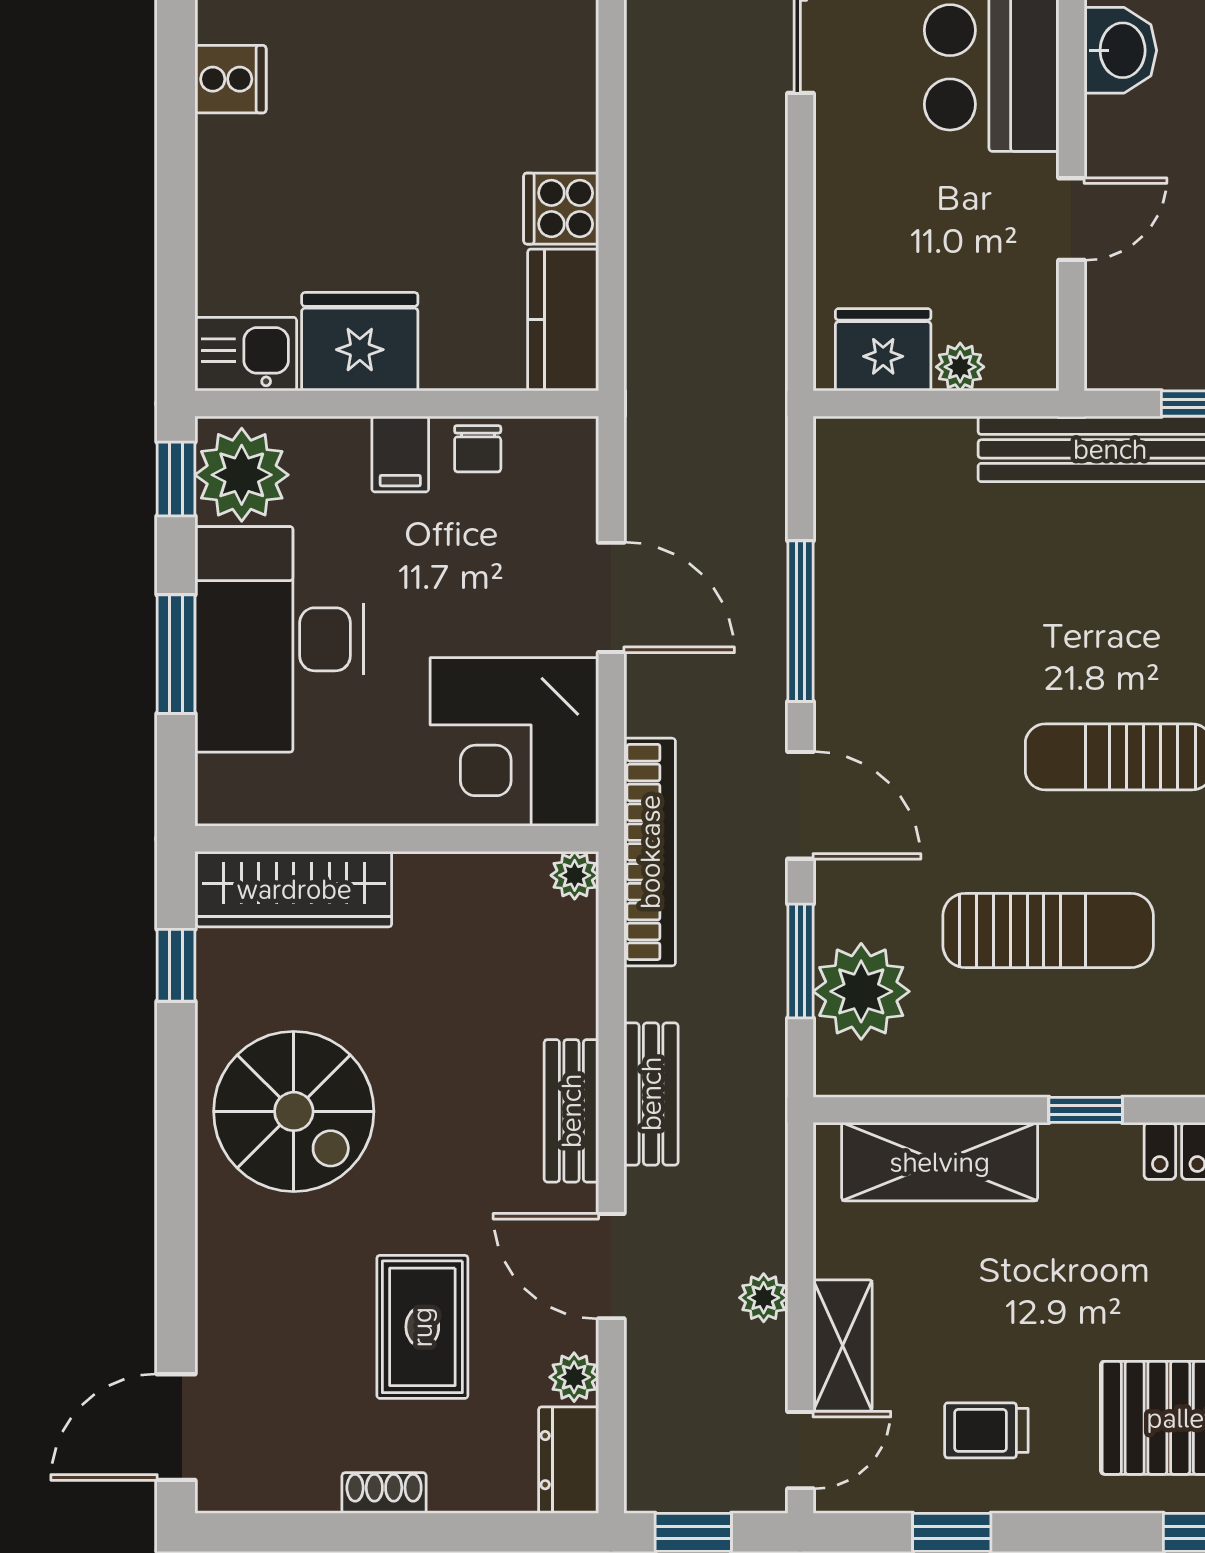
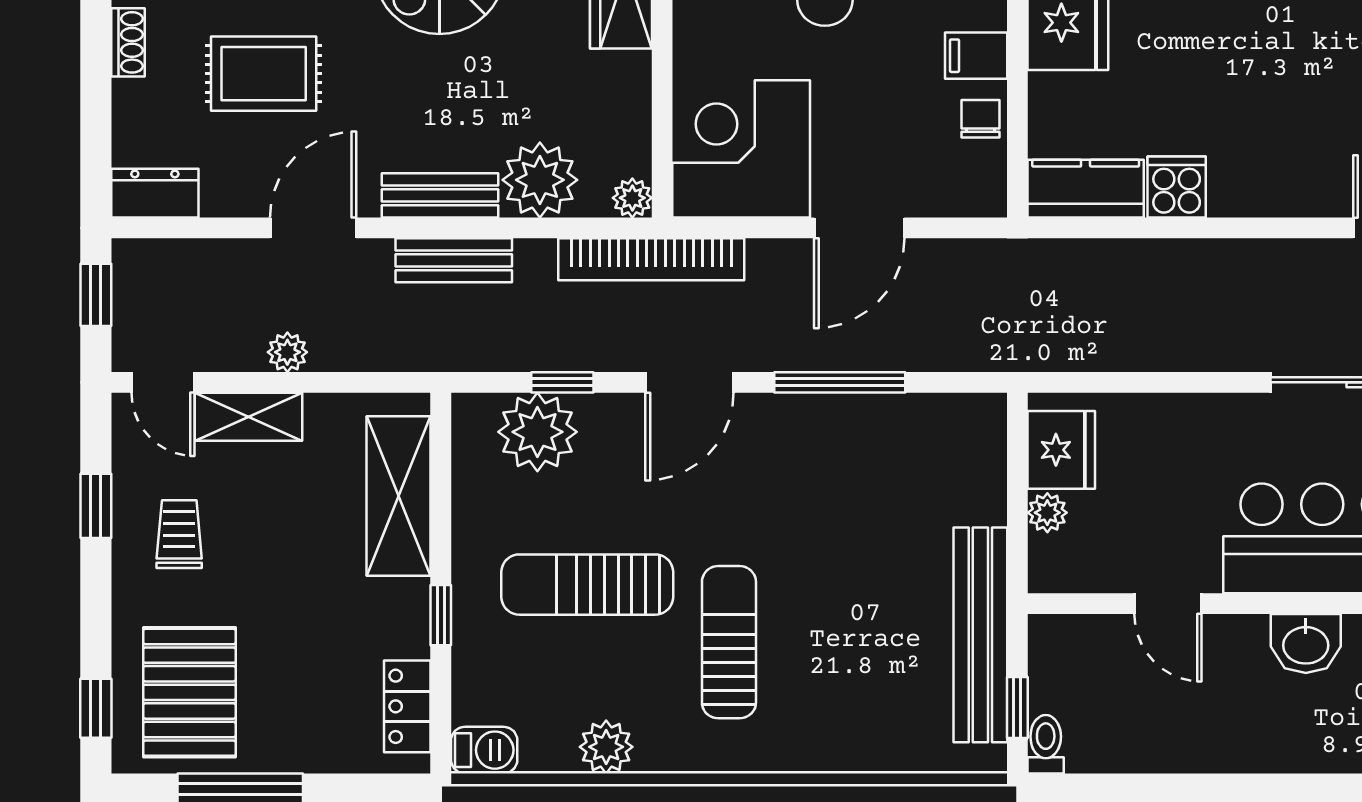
chair: (478, 449) -> (980, 119), turned 90
sun lounger: (1048, 930) -> (587, 585), turned 90
window: (800, 961) -> (562, 382), width x0.67
plant: (574, 1377) -> (540, 180), moved, width x1.87, depth x1.87

